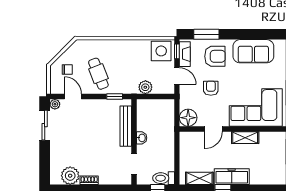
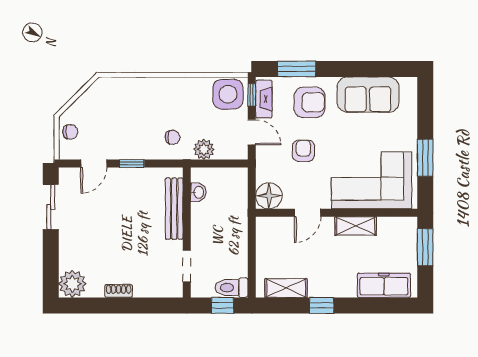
chair: (67, 70) -> (70, 132), moved
cafe table: (98, 74) -> (133, 129), removed
chair: (125, 79) -> (172, 137), added
door: (73, 97) -> (94, 164), swing flipped
window: (115, 97) -> (132, 164), moved
plant: (55, 104) -> (66, 175), removed
washbasin: (142, 138) -> (198, 192), moved
plant: (70, 176) -> (72, 284), moved
freezer: (232, 177) -> (384, 285), moved

